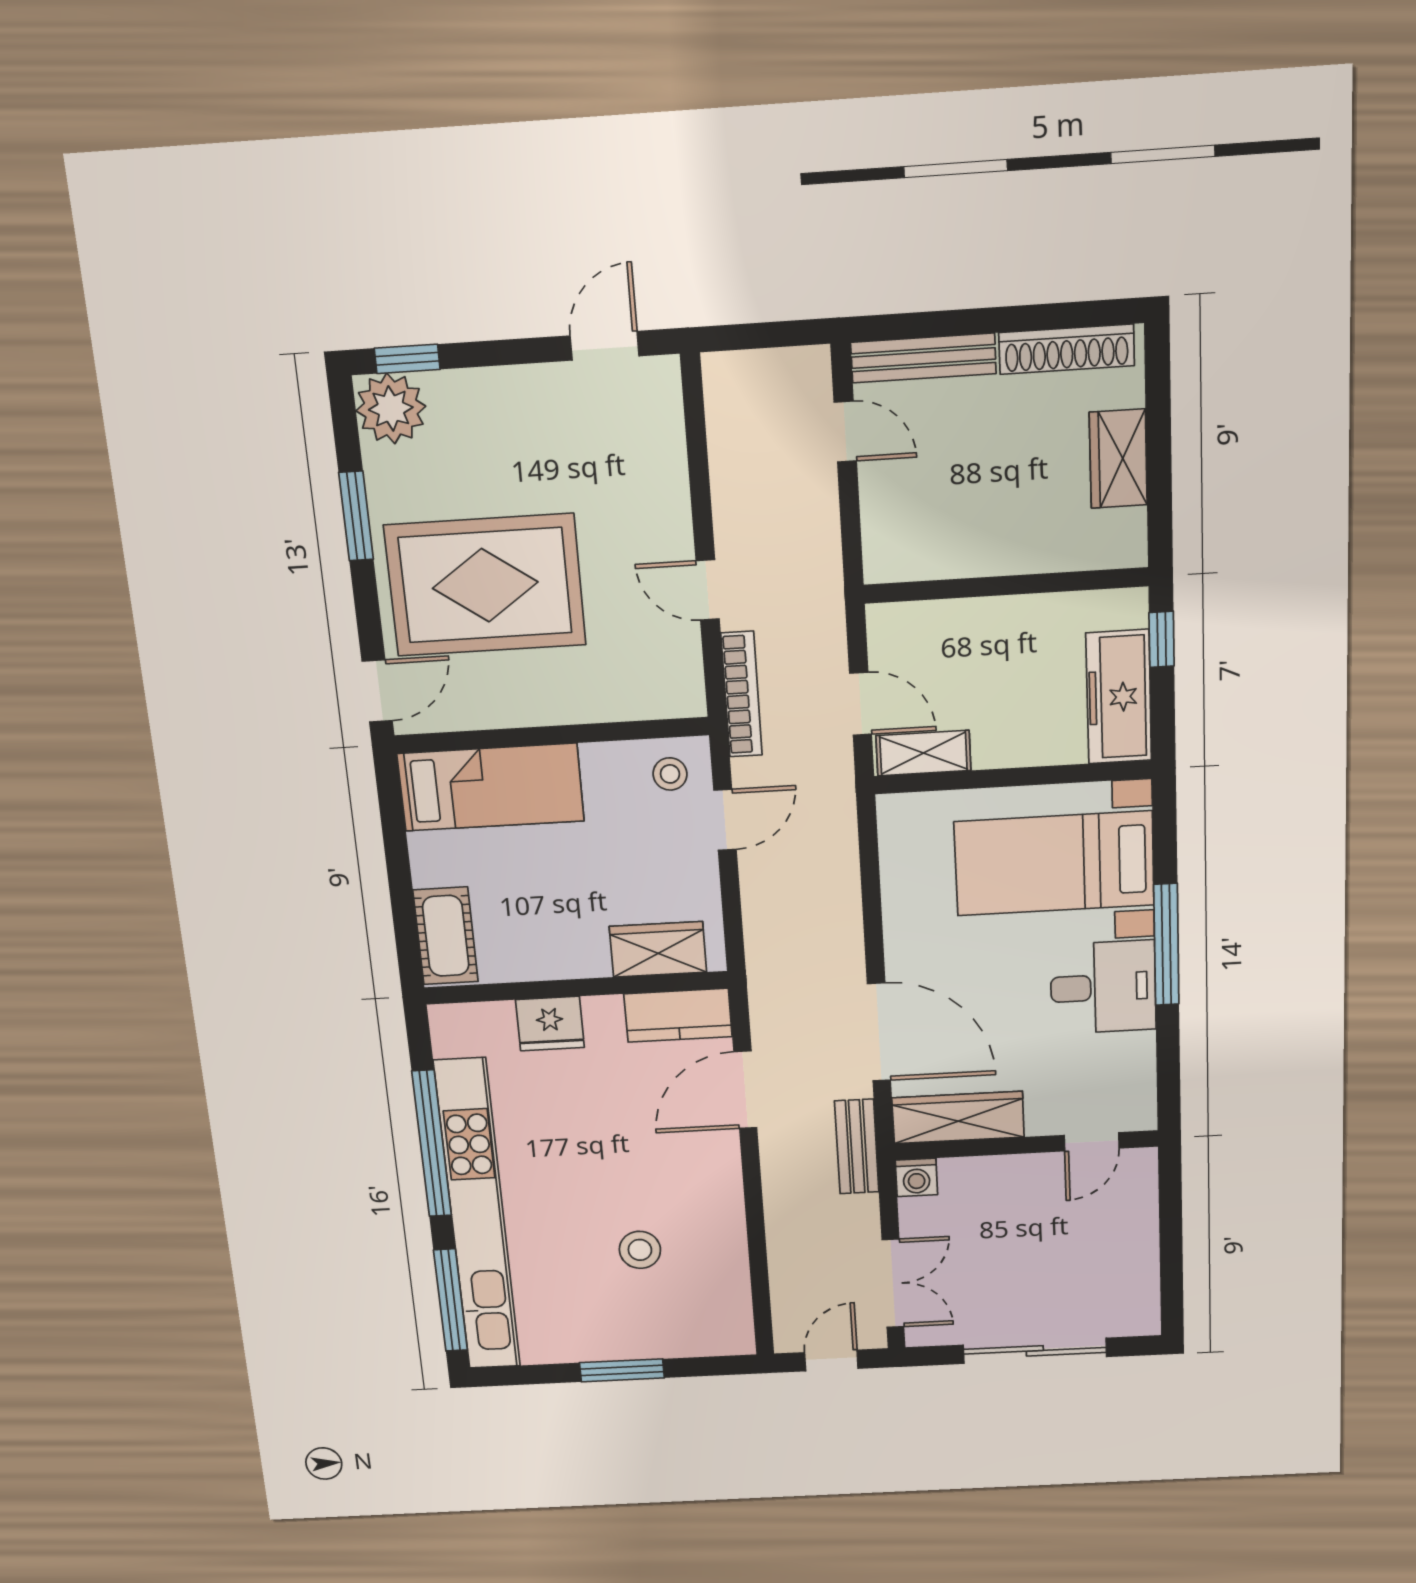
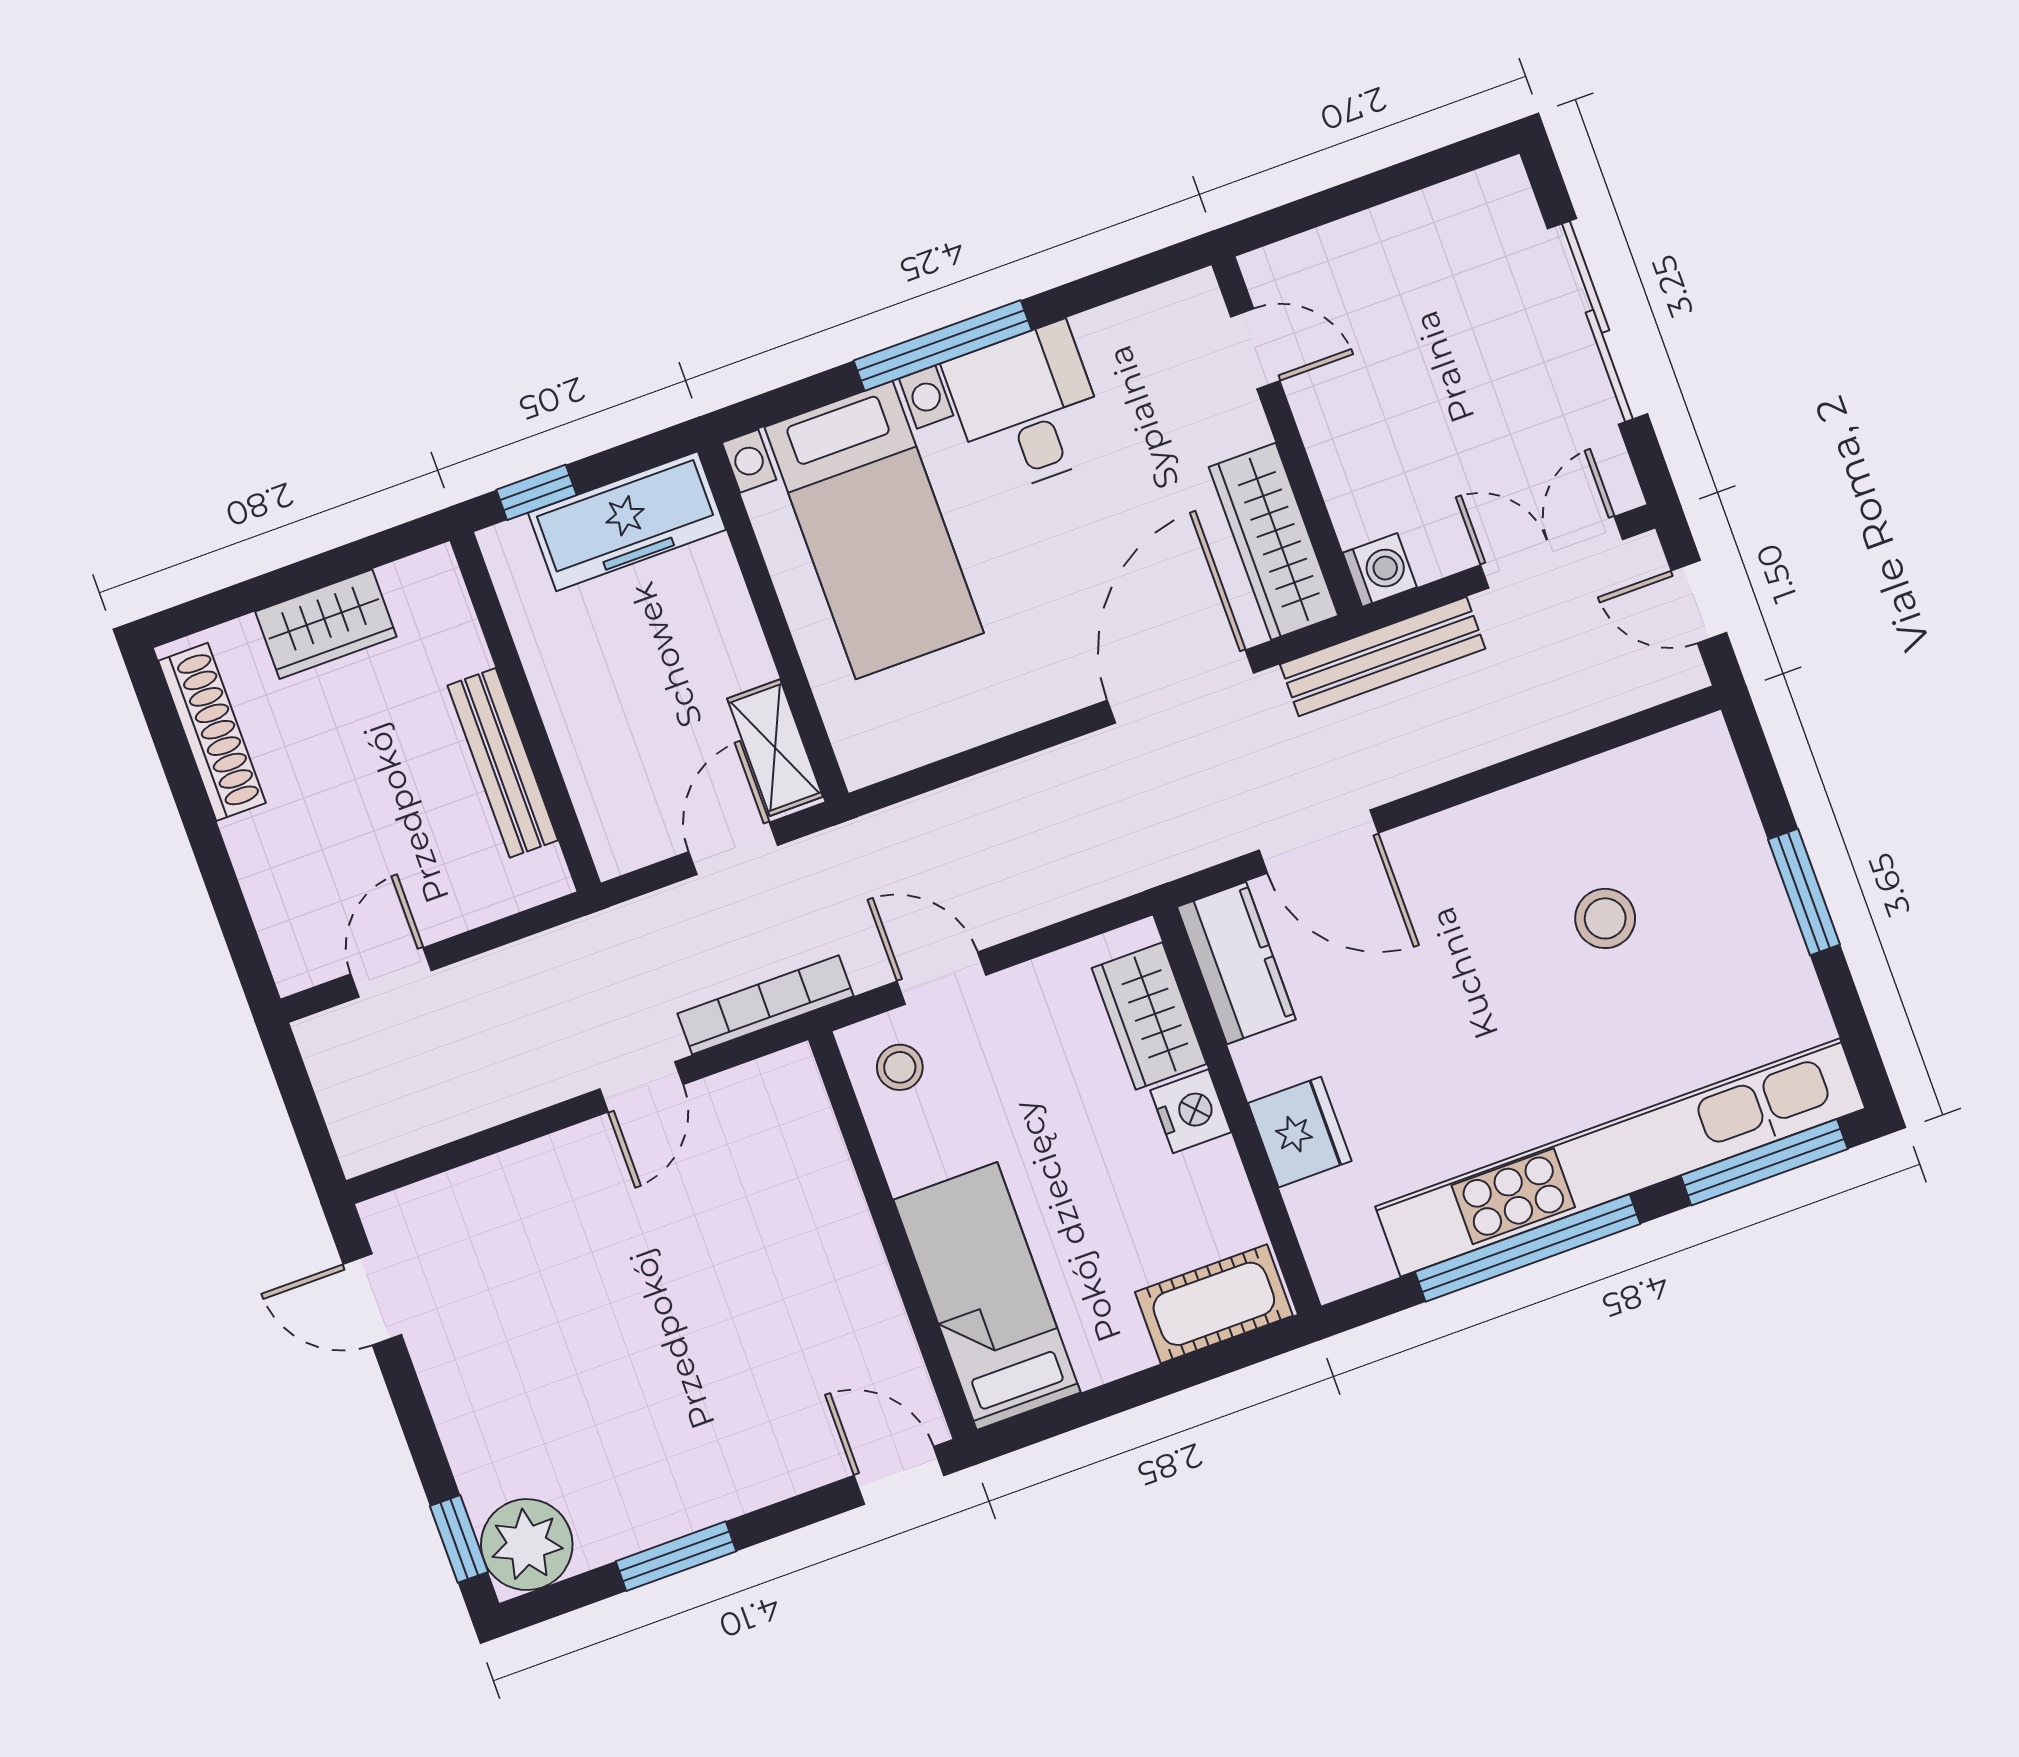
bench: (923, 358) -> (503, 763), moved
rug: (485, 585) -> (718, 1371), removed
nightstand: (584, 958) -> (1191, 1111), added
bench: (857, 1147) -> (1383, 657), width x1.36

